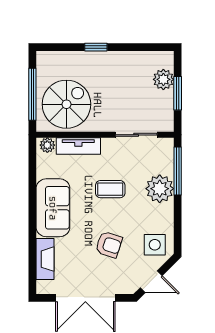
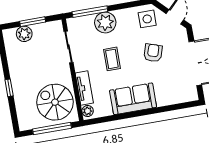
fireplace: (45, 259) -> (172, 98), removed

